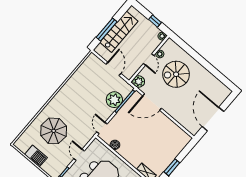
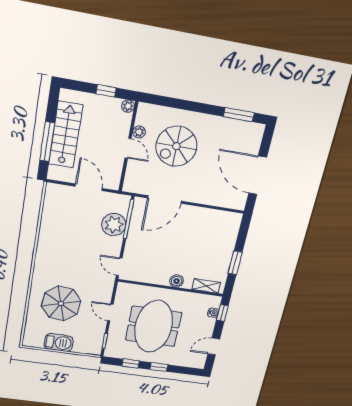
window: (220, 77) -> (239, 115), added
plant: (139, 82) -> (132, 184), removed
boiler: (115, 145) -> (177, 281), moved

